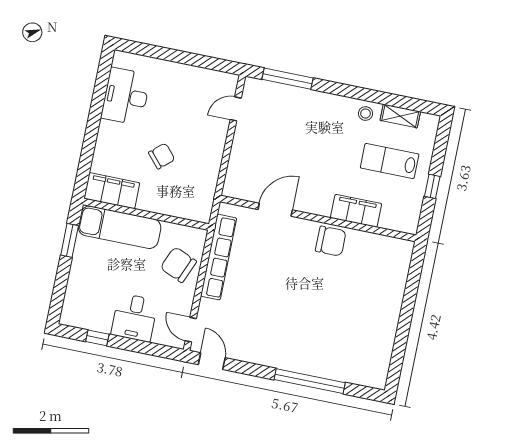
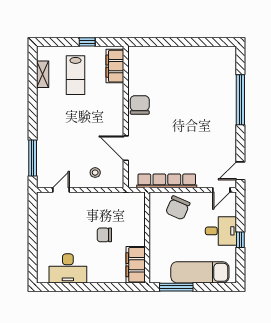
door: (236, 109) -> (61, 190), swing flipped
stool: (366, 114) -> (95, 173), moved
chair: (162, 156) -> (104, 235), turned -49
filing cabinet: (356, 211) -> (115, 66), moved
exam couch: (119, 227) -> (200, 272), moved, turned -90
window: (70, 240) -> (176, 287), width x1.44
window: (97, 338) -> (240, 240), moved

